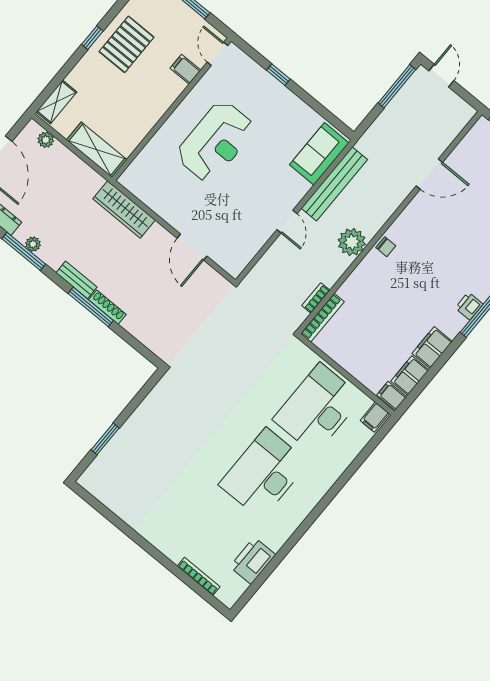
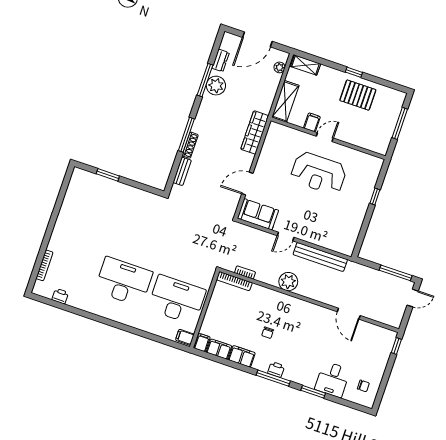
door: (217, 54) -> (325, 137), moved
filing cabinet: (185, 69) -> (312, 122), moved
sofa: (319, 154) -> (258, 214), moved
plant: (33, 244) -> (216, 86), width x1.88, depth x1.88
chair: (386, 247) -> (268, 333), moved
bench: (77, 280) -> (182, 171), moved
printer: (253, 561) -> (60, 296), width x0.53, depth x0.68

